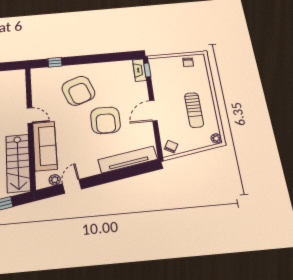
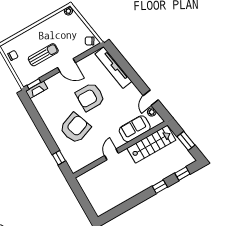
sun lounger: (194, 110) -> (43, 55), moved
armchair: (105, 120) -> (90, 97), turned 180
sofa: (45, 146) -> (135, 129), width x0.73
door: (72, 186) -> (151, 98), hinge flipped

